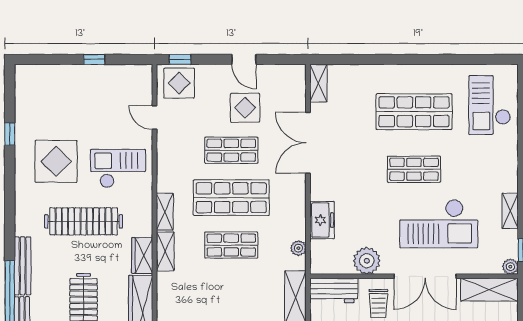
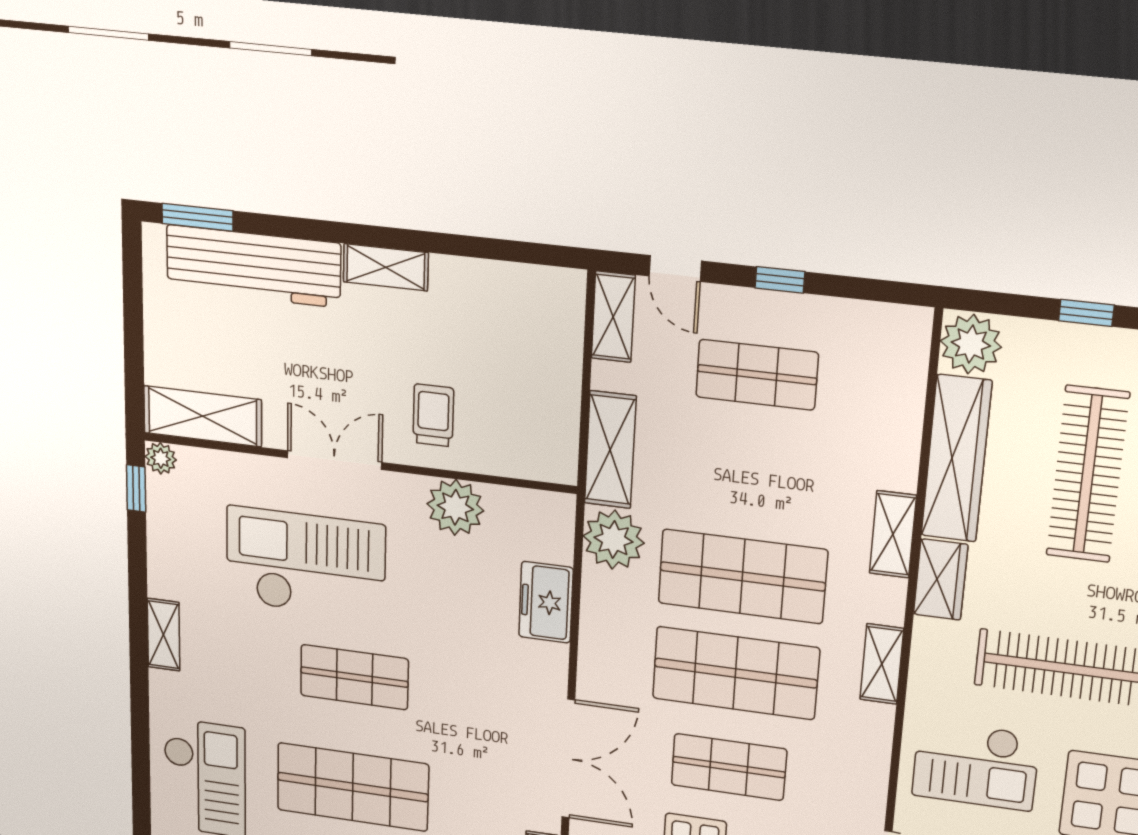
shelving: (510, 211) -> (164, 635), moved
shop shelf: (231, 245) -> (743, 576), width x1.43, depth x1.36
plant: (298, 248) -> (614, 540), width x1.87, depth x1.87
shelving: (165, 251) -> (893, 534), moved
double door: (425, 276) -> (334, 460), width x0.73
workbench: (334, 291) -> (527, 454), removed

